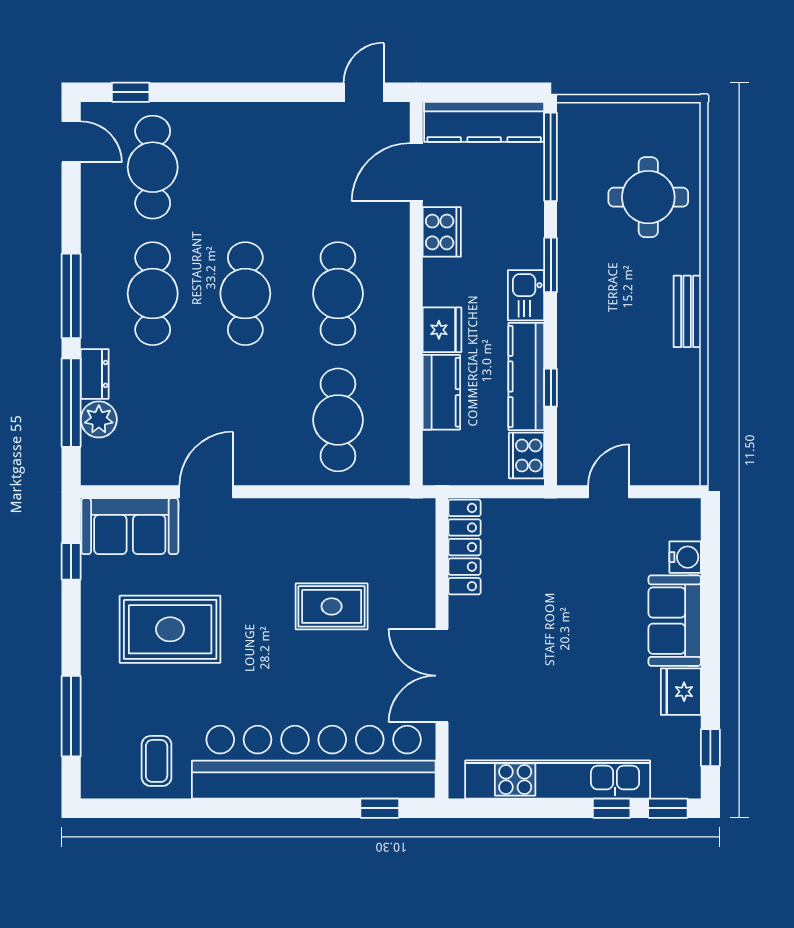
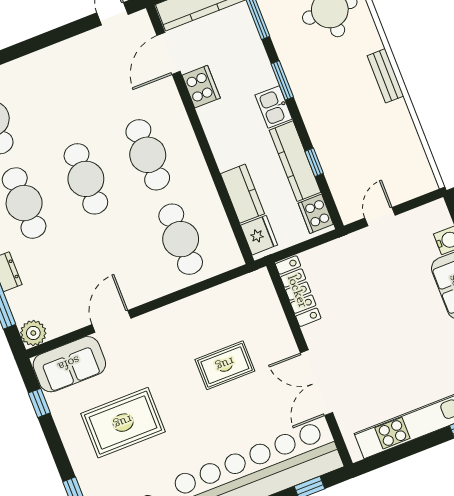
fridge: (442, 330) -> (259, 235), moved
plant: (99, 419) -> (33, 333), moved

